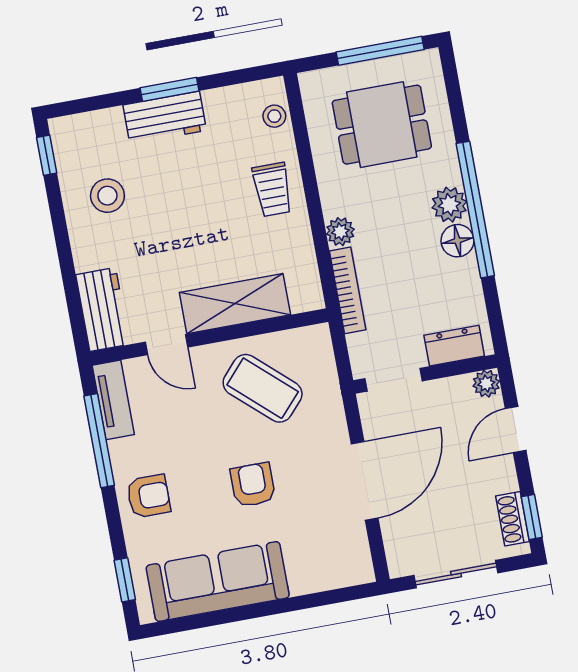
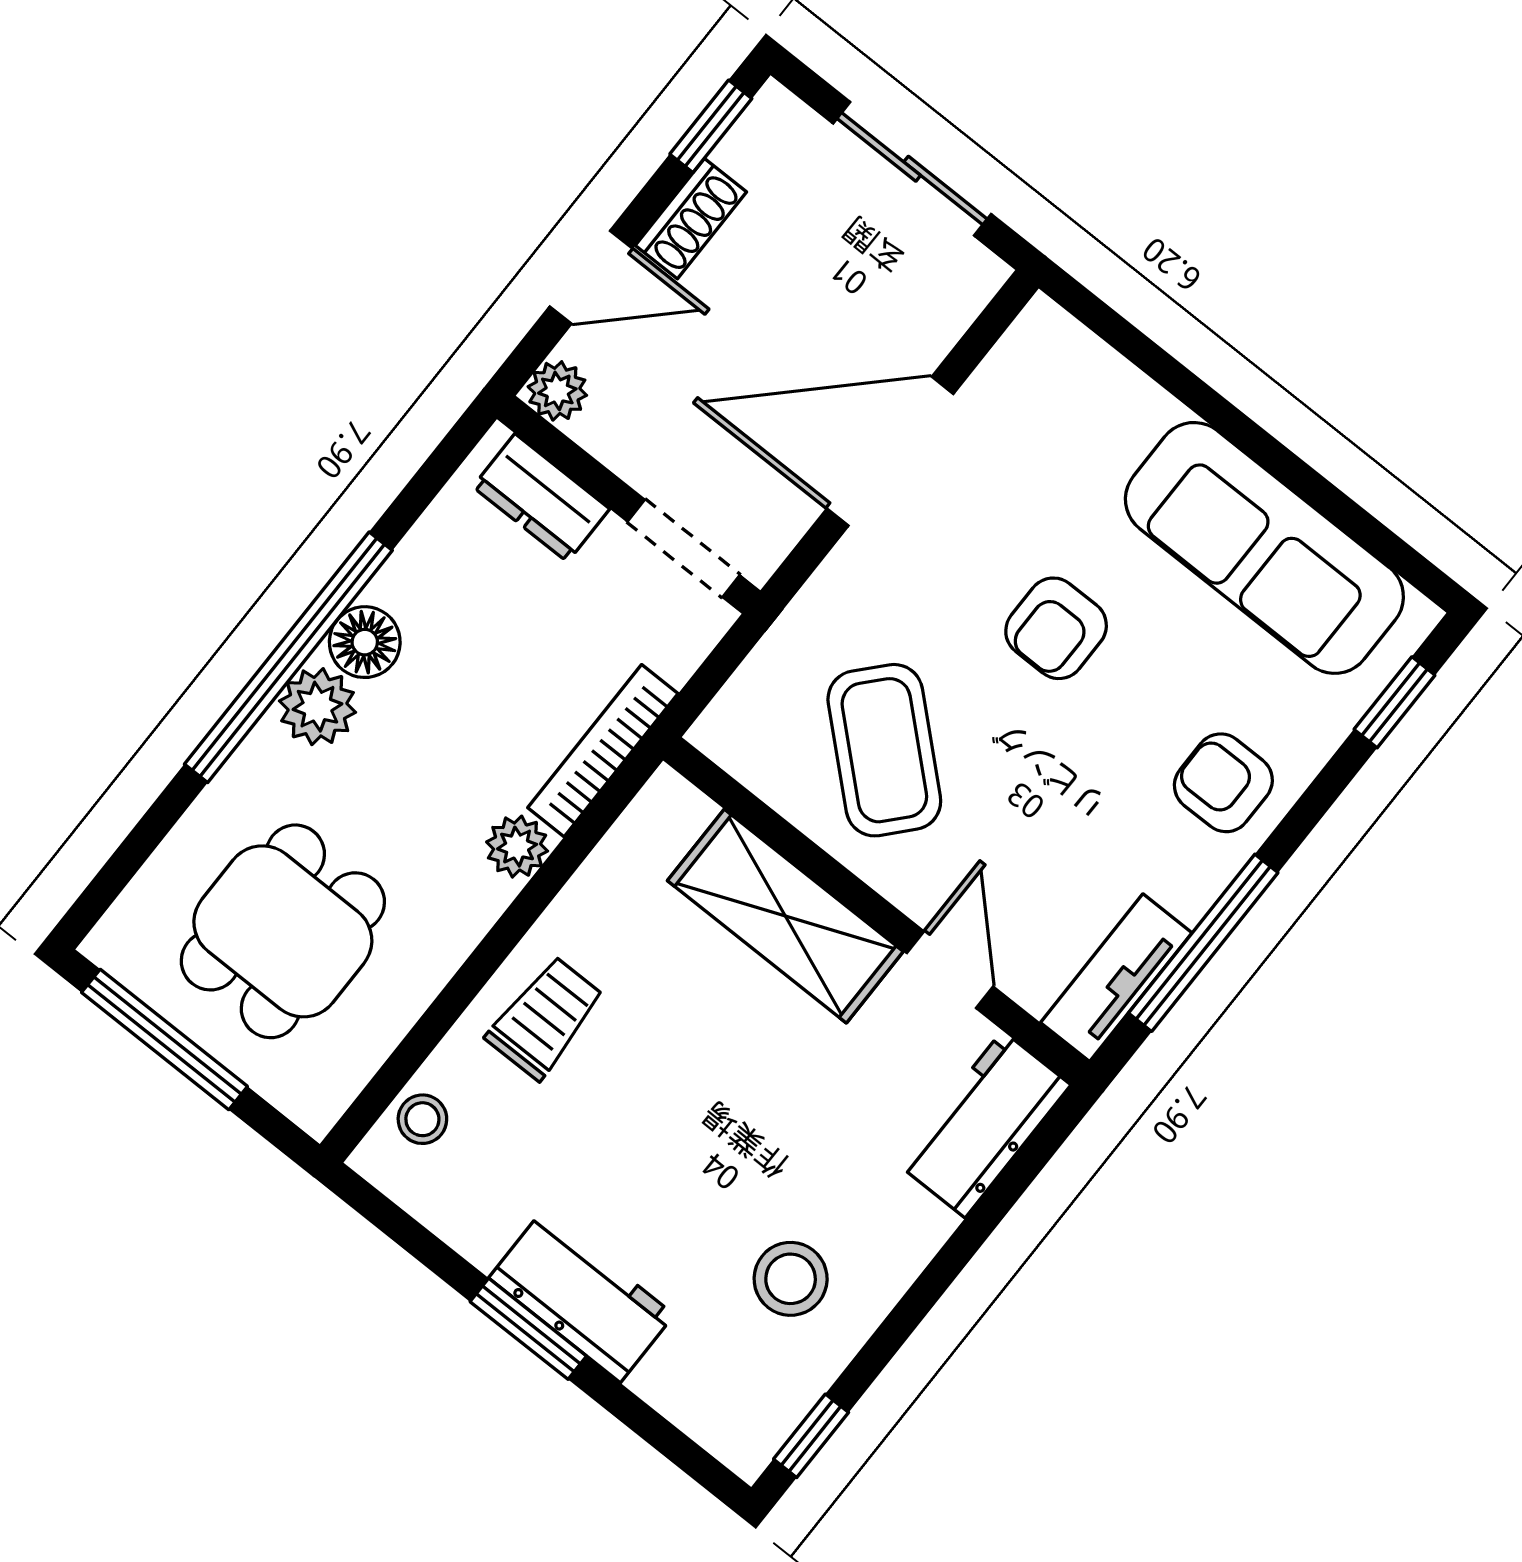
dining table: (382, 125) -> (283, 931), turned 90
shoe rack: (512, 519) -> (691, 219), moved

